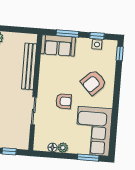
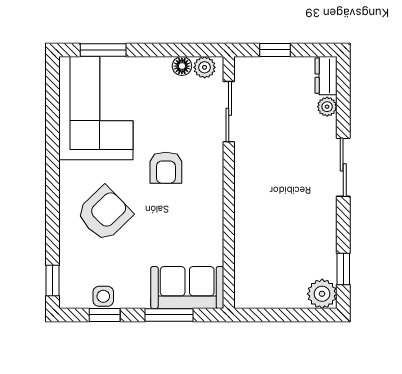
bench: (29, 66) -> (246, 237), removed
armchair: (64, 101) -> (166, 168), turned -90
sliding door: (34, 111) -> (229, 112), moved
plant: (63, 148) -> (205, 67), moved

